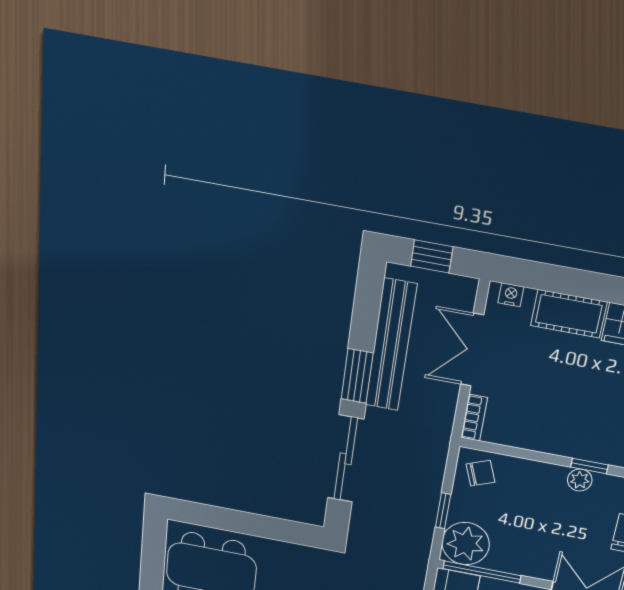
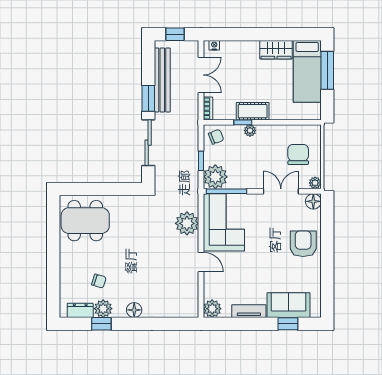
cot: (569, 314) -> (253, 111), moved
double door: (472, 350) -> (201, 75), swing flipped
window: (589, 466) -> (243, 122), moved
plant: (580, 480) -> (250, 131), moved

